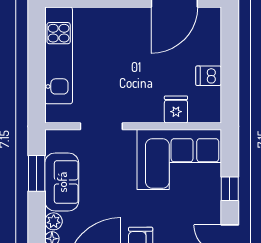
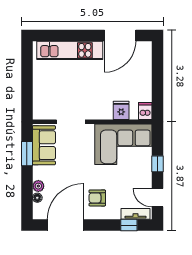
kitchen unit: (59, 55) -> (70, 50), moved, turned 90
dishwasher: (209, 76) -> (145, 111), moved, turned 90
sofa: (62, 182) -> (44, 145), moved

